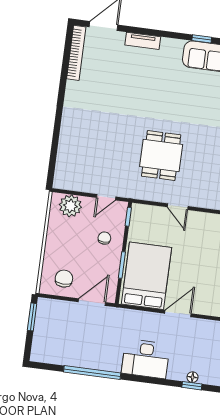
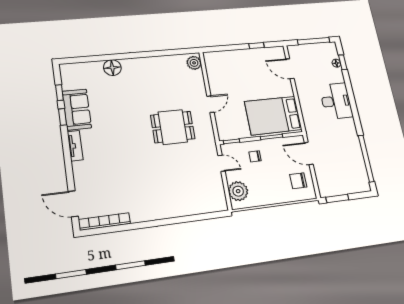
tv unit: (143, 41) -> (75, 146), moved
door: (178, 313) -> (290, 69), moved
window: (92, 373) -> (366, 159), moved

